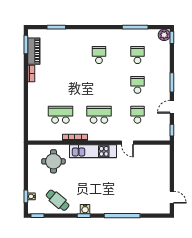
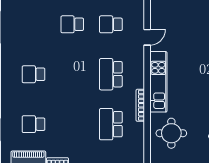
school desk: (137, 55) -> (34, 124), moved

